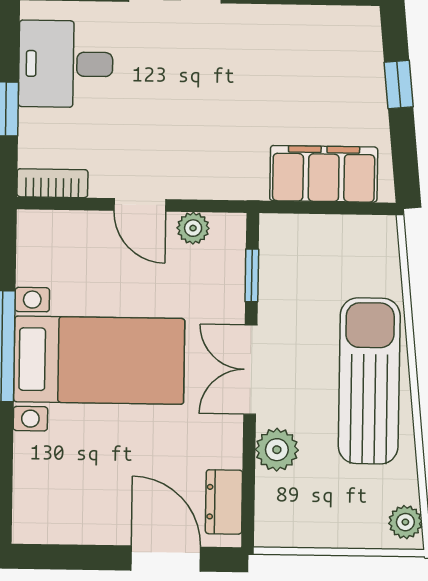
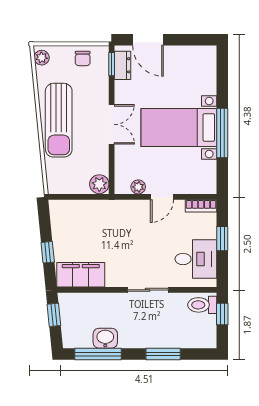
filing cabinet: (324, 174) -> (81, 275), moved, turned 180
door: (140, 205) -> (162, 197), swing flipped
window: (252, 275) -> (112, 64), moved
plant: (277, 450) -> (99, 184), moved
chair: (313, 519) -> (83, 58), added

